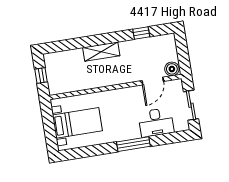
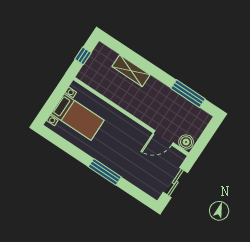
window: (141, 33) -> (188, 94), width x2.17
shelving: (101, 52) -> (131, 71), moved
desk: (156, 122) -> (137, 171), removed

